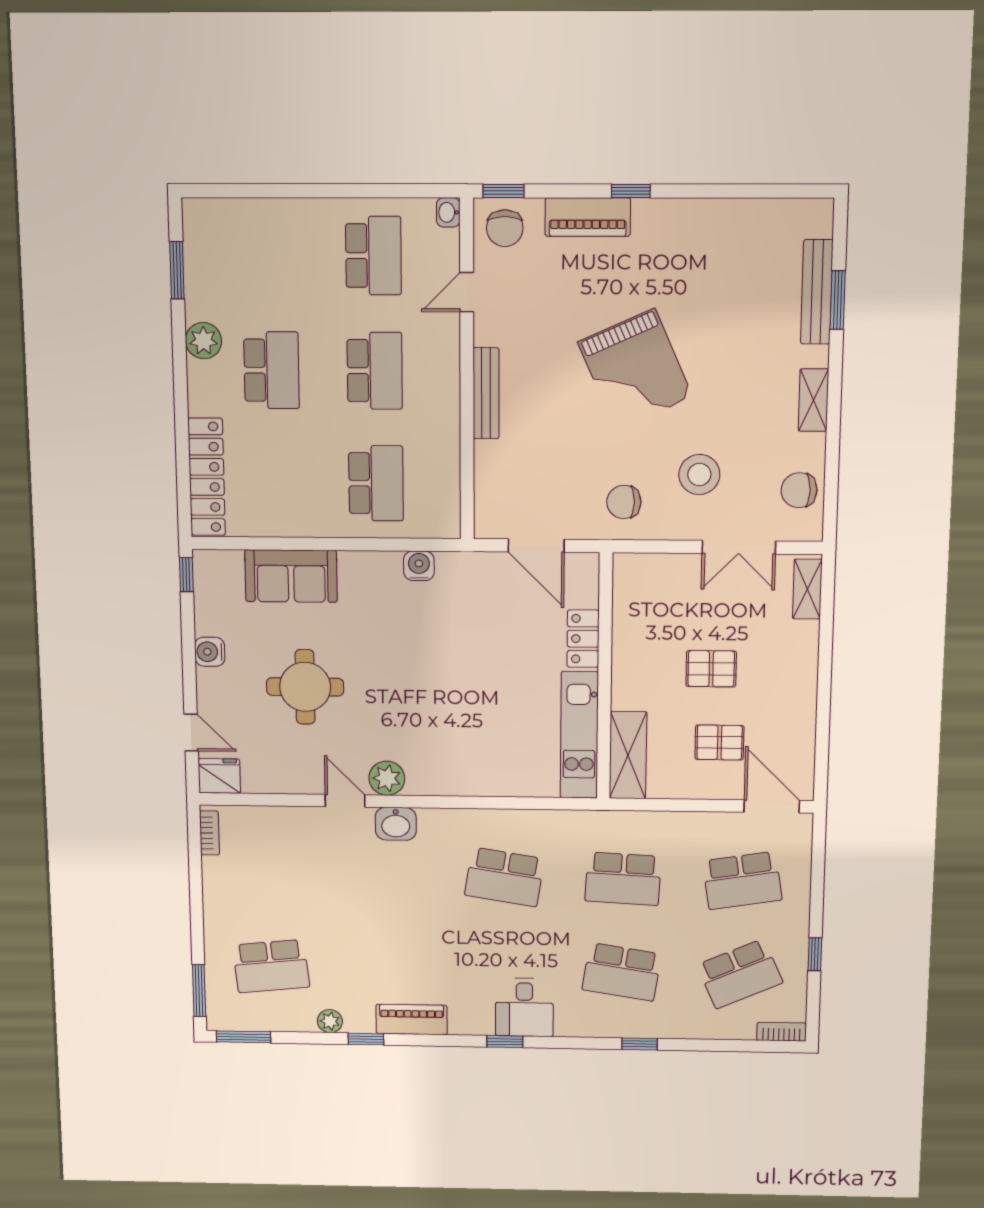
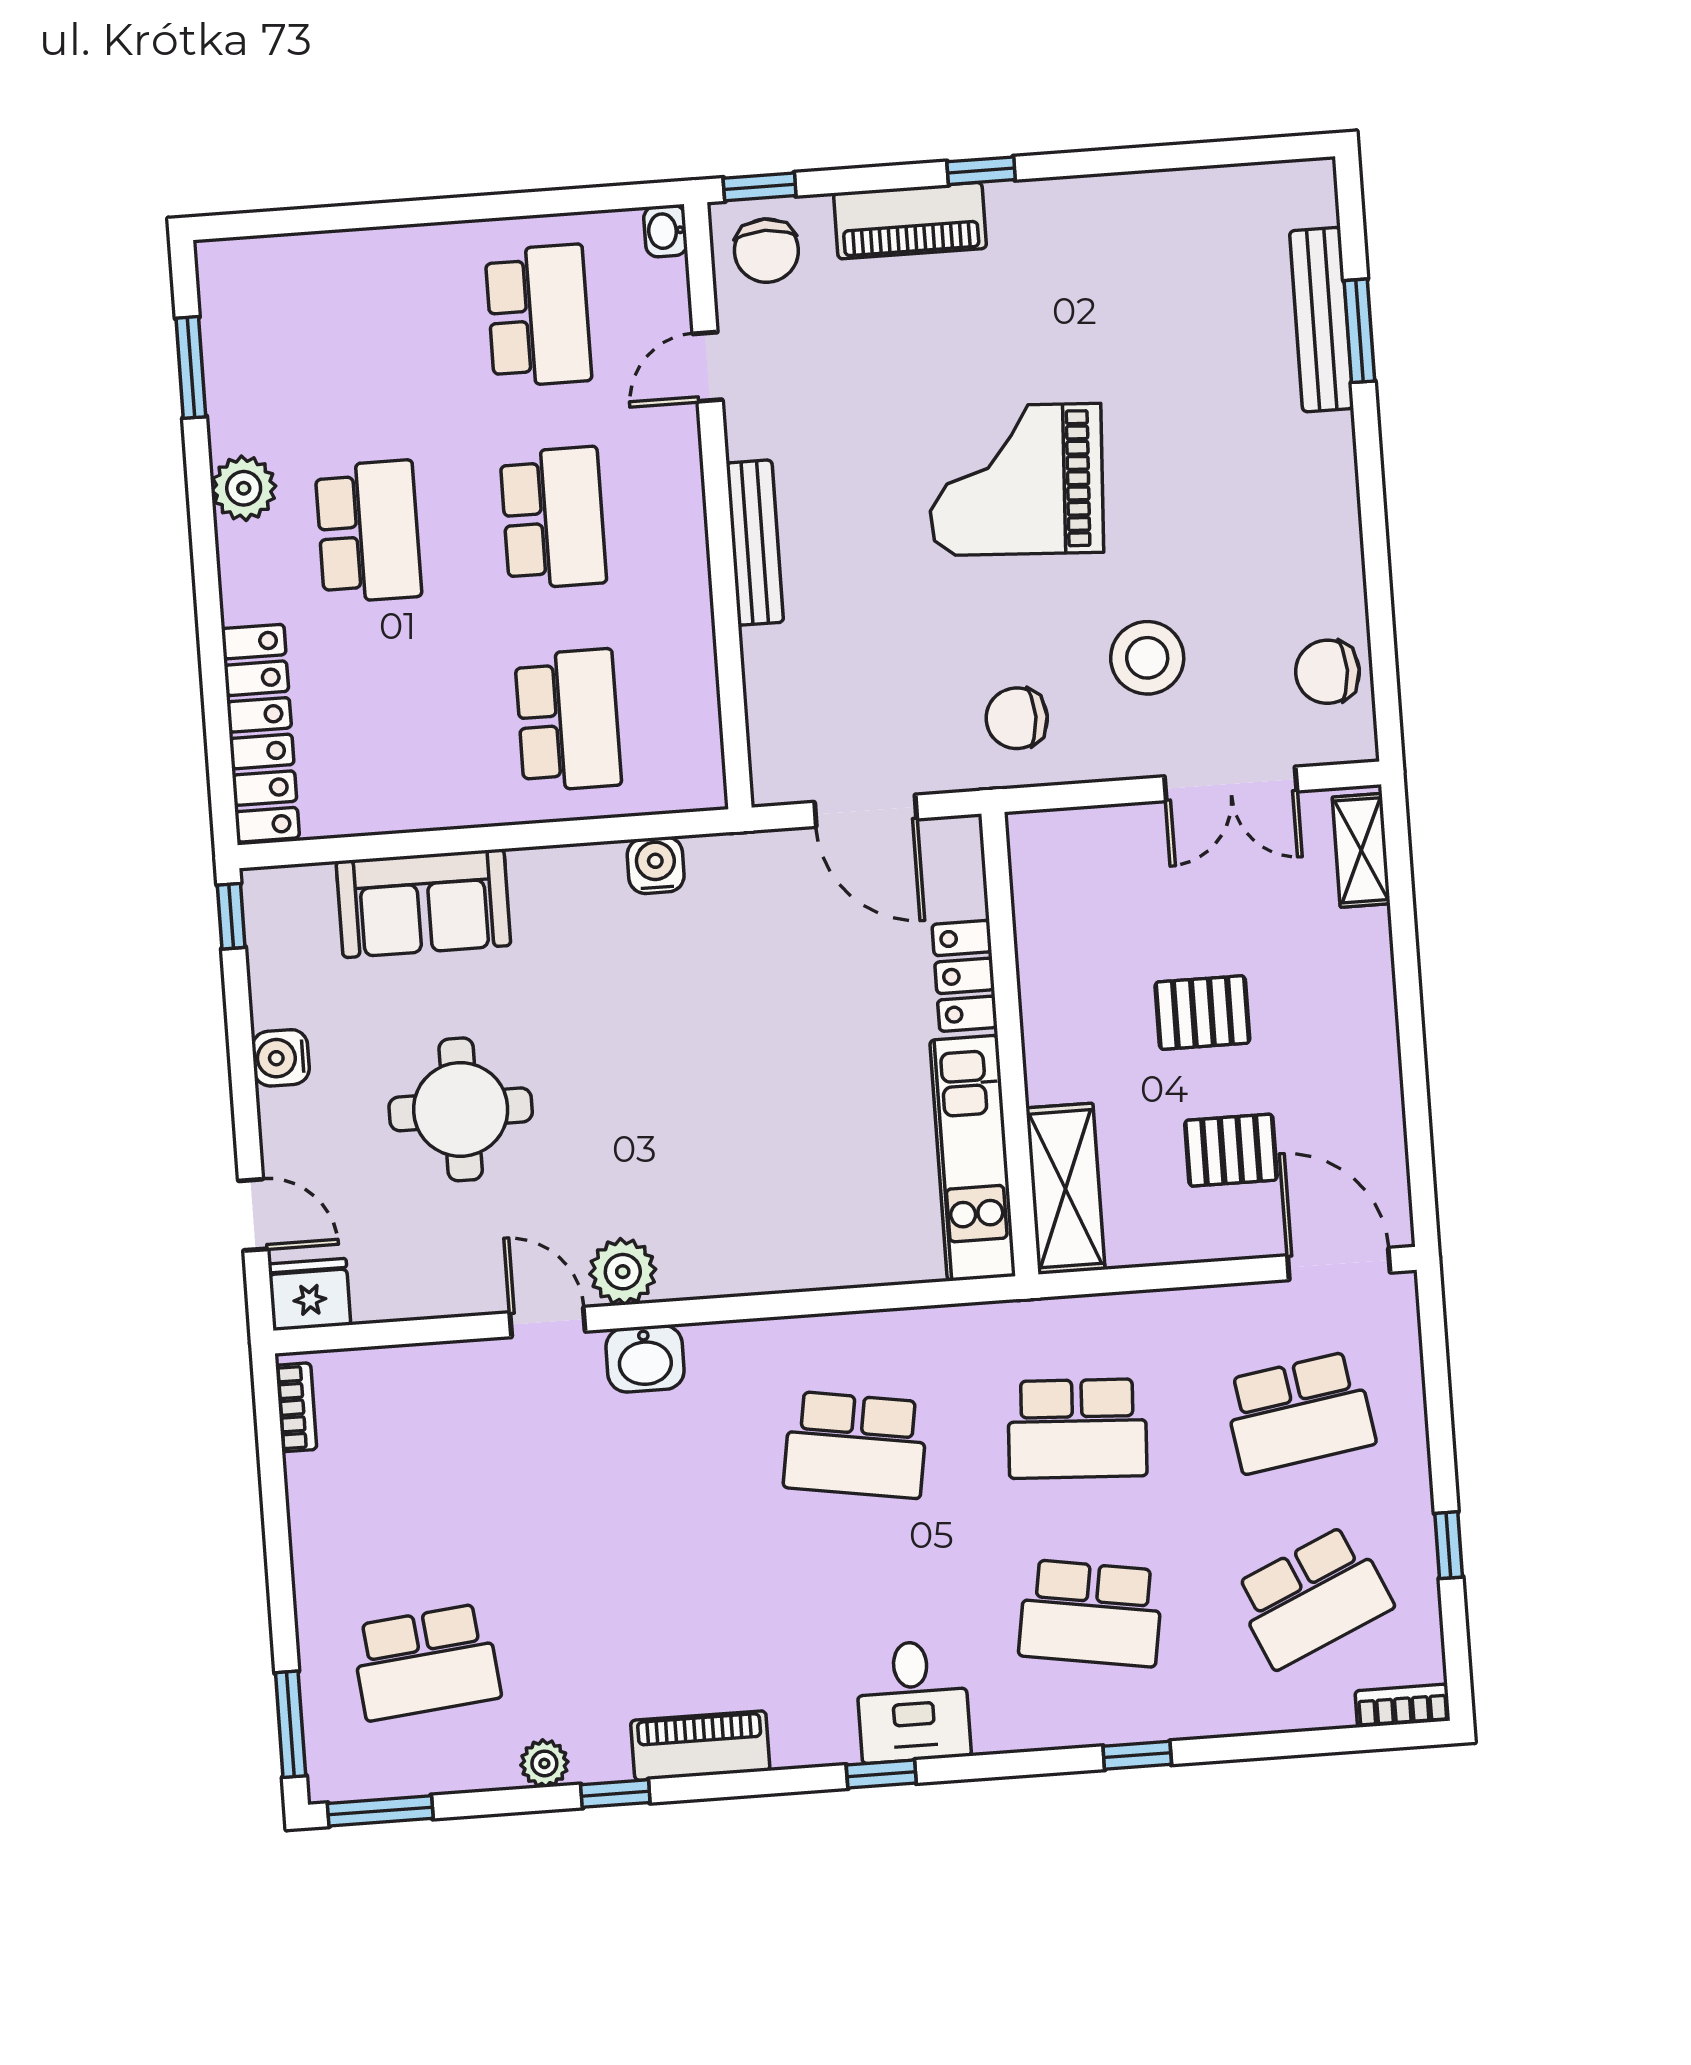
grand piano: (635, 369) -> (1016, 480), turned 117
shelving: (813, 400) -> (1336, 509), removed

